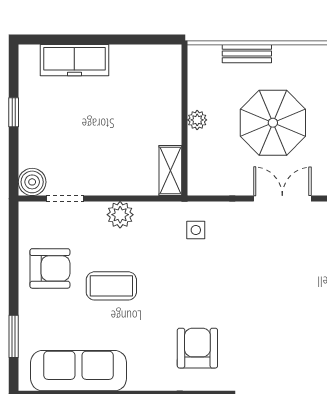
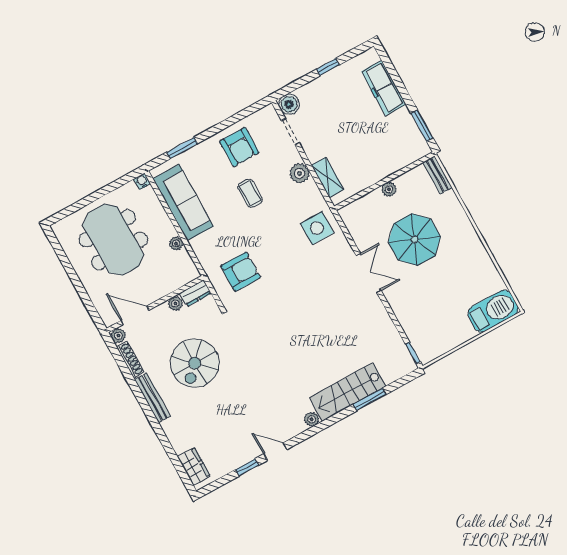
window: (144, 39) -> (422, 126), added
bench: (247, 54) -> (437, 175), moved
shelving: (170, 170) -> (328, 177), moved, turned 90
side table: (196, 230) -> (317, 228), width x1.87, depth x1.87
coffee table: (111, 286) -> (250, 193), width x0.73, depth x0.77

